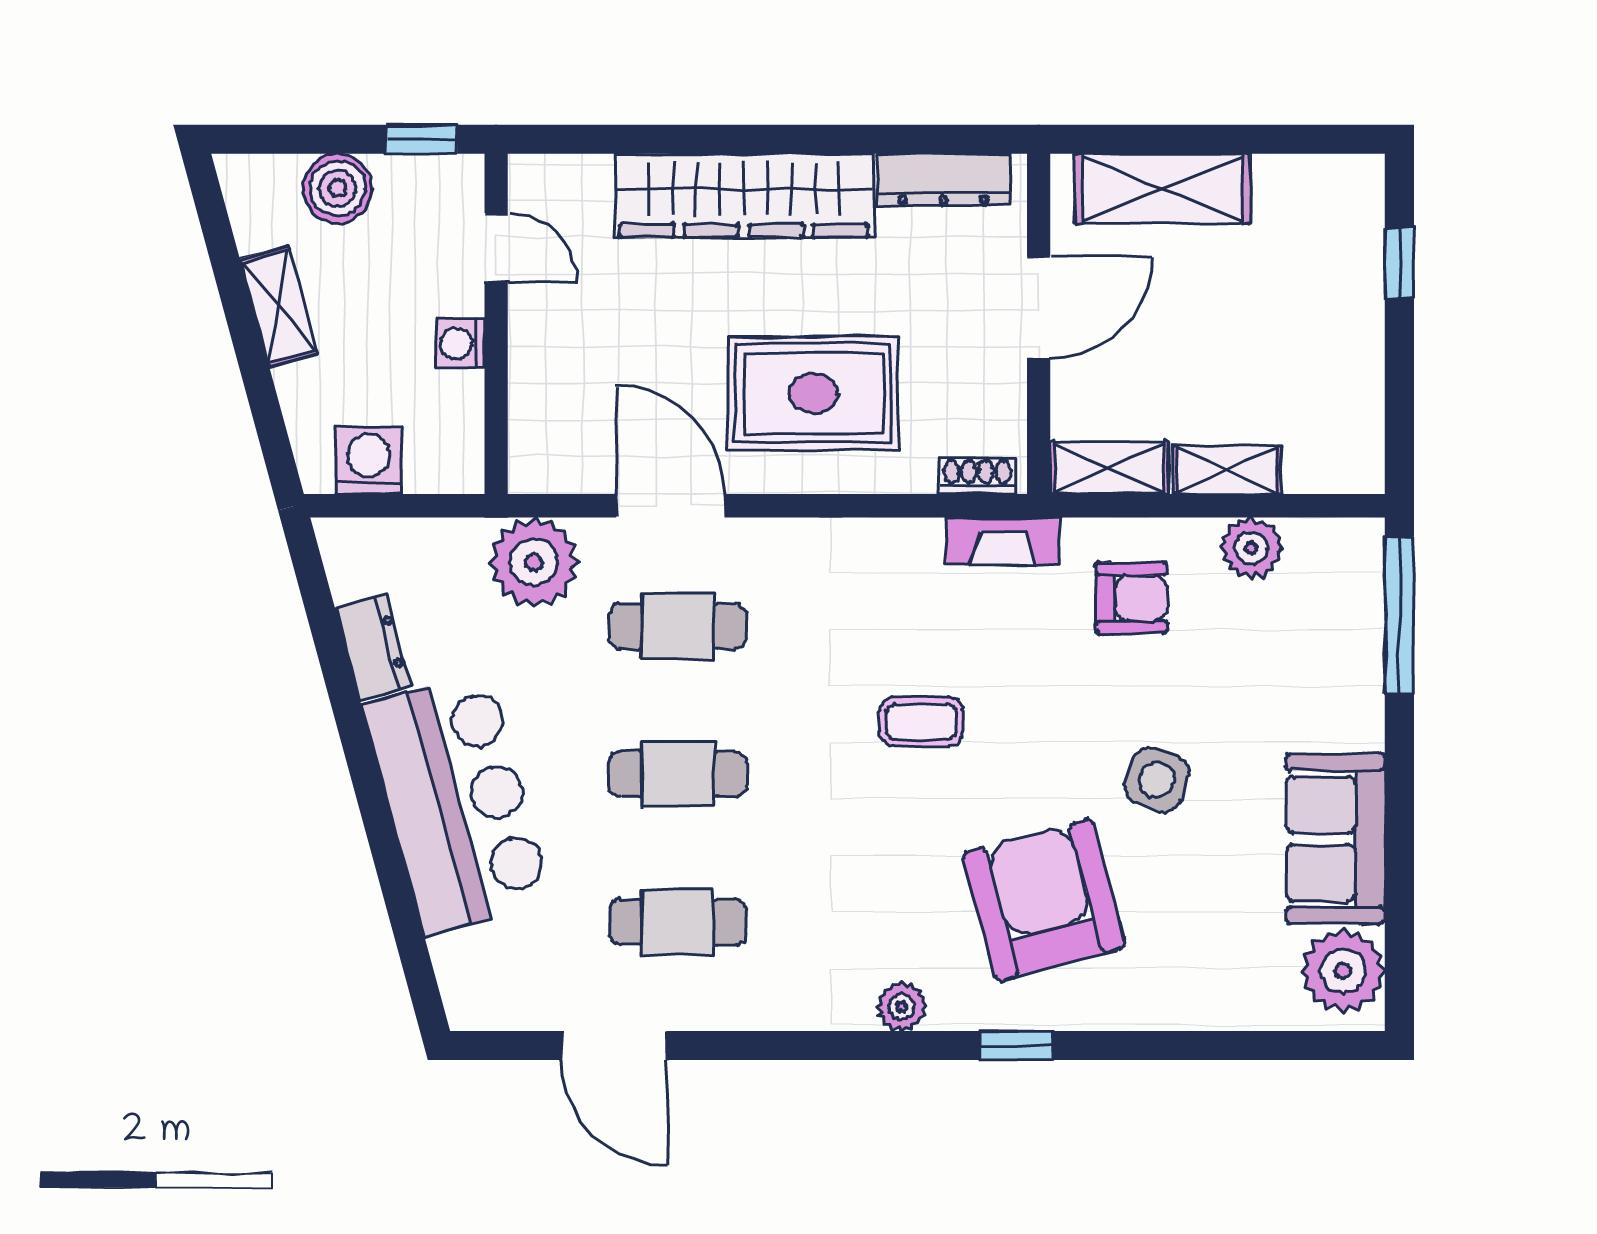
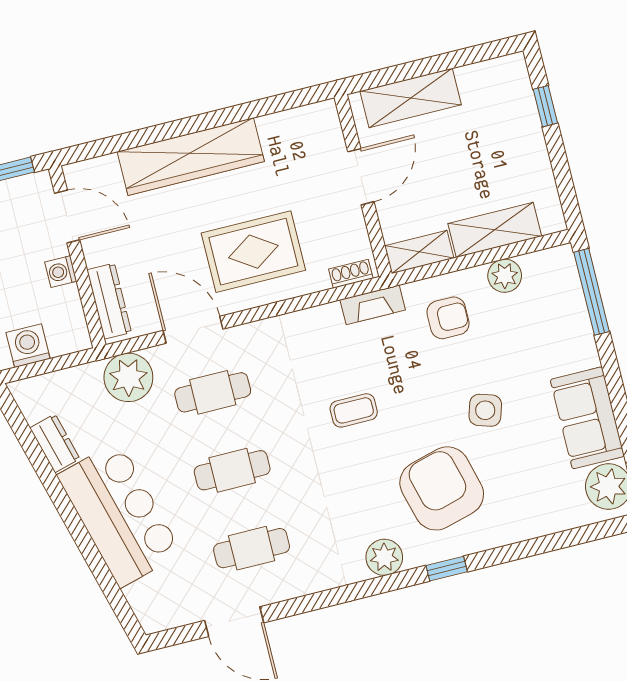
dresser: (943, 180) -> (109, 301), moved, turned -90
door: (496, 248) -> (67, 217), width x1.38
shelving: (1227, 470) -> (495, 230), width x1.50, depth x1.33
plant: (902, 1007) -> (384, 557), width x1.38, depth x1.38

